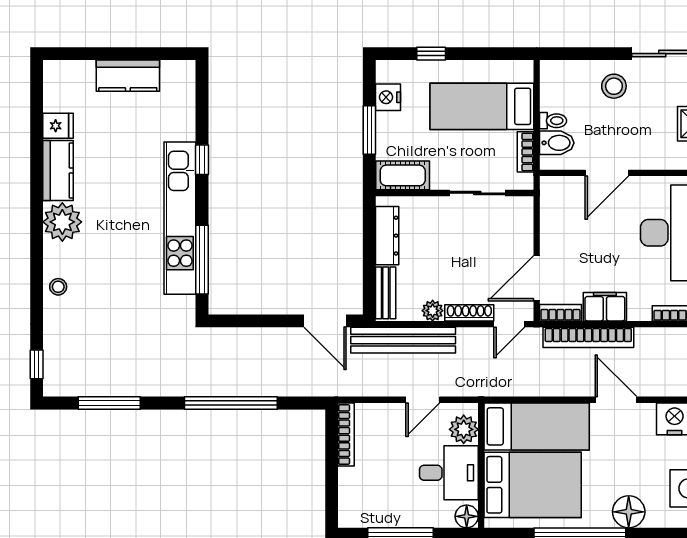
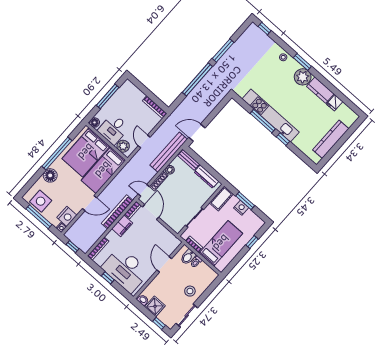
kitchen counter: (128, 76) -> (331, 139), width x1.50
nightstand: (388, 97) -> (241, 208), moved
window: (37, 246) -> (302, 62), added
window: (202, 260) -> (263, 121), moved
door: (509, 324) -> (144, 190), hinge flipped
window: (109, 403) -> (223, 50), moved

